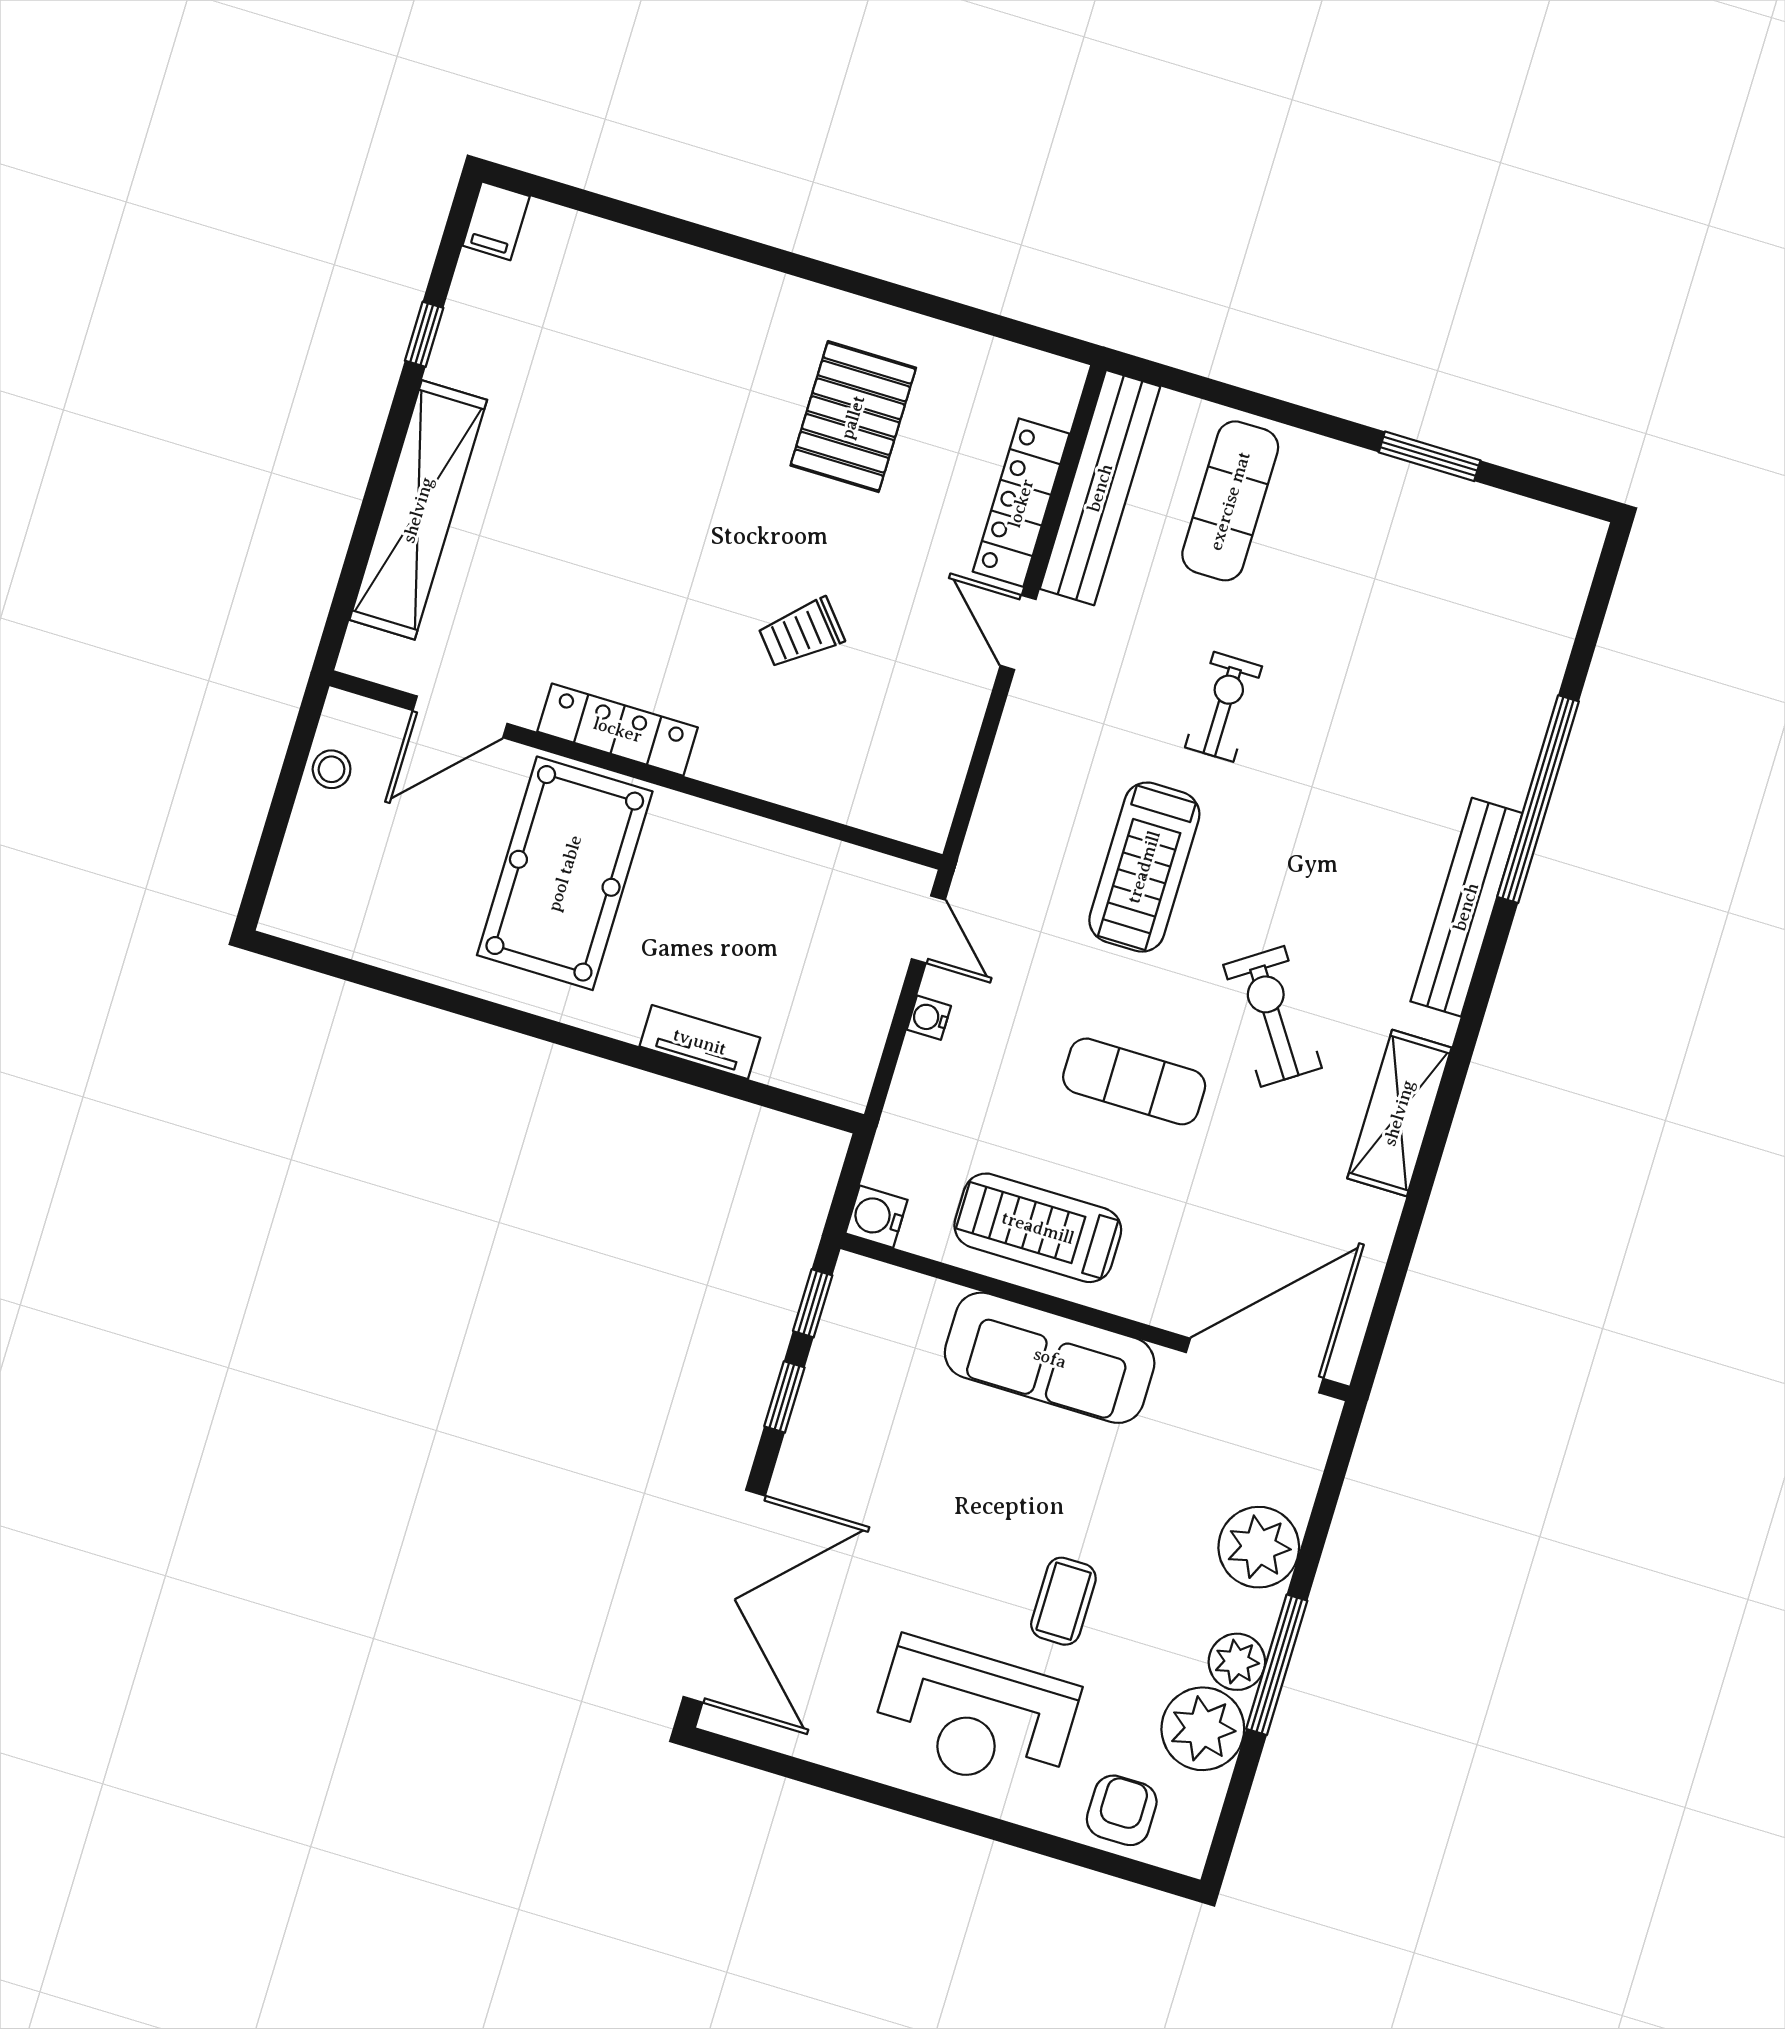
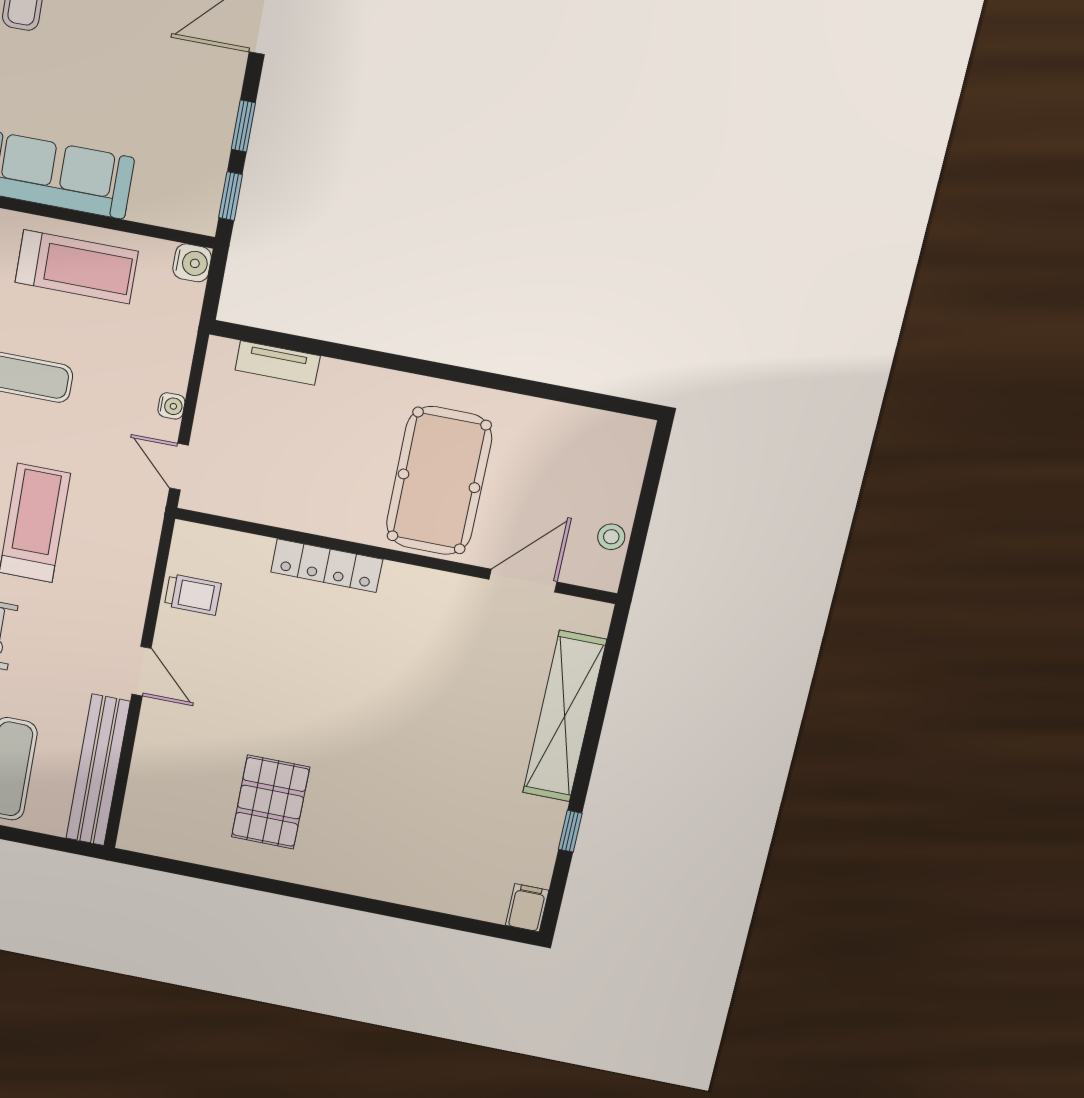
locker: (1021, 503) -> (150, 756), removed
trolley: (801, 633) -> (193, 595), moved, turned 40
locker: (618, 730) -> (327, 566), moved
tv unit: (700, 1042) -> (278, 363), moved

